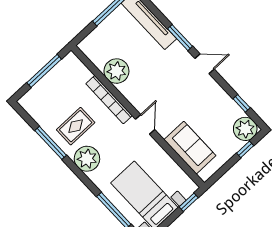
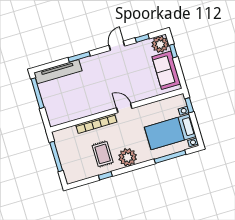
door: (205, 64) -> (117, 46), moved
plant: (116, 71) -> (80, 109), removed
window: (51, 143) -> (105, 176), width x0.46
sofa: (190, 148) -> (166, 70), moved, turned -90

